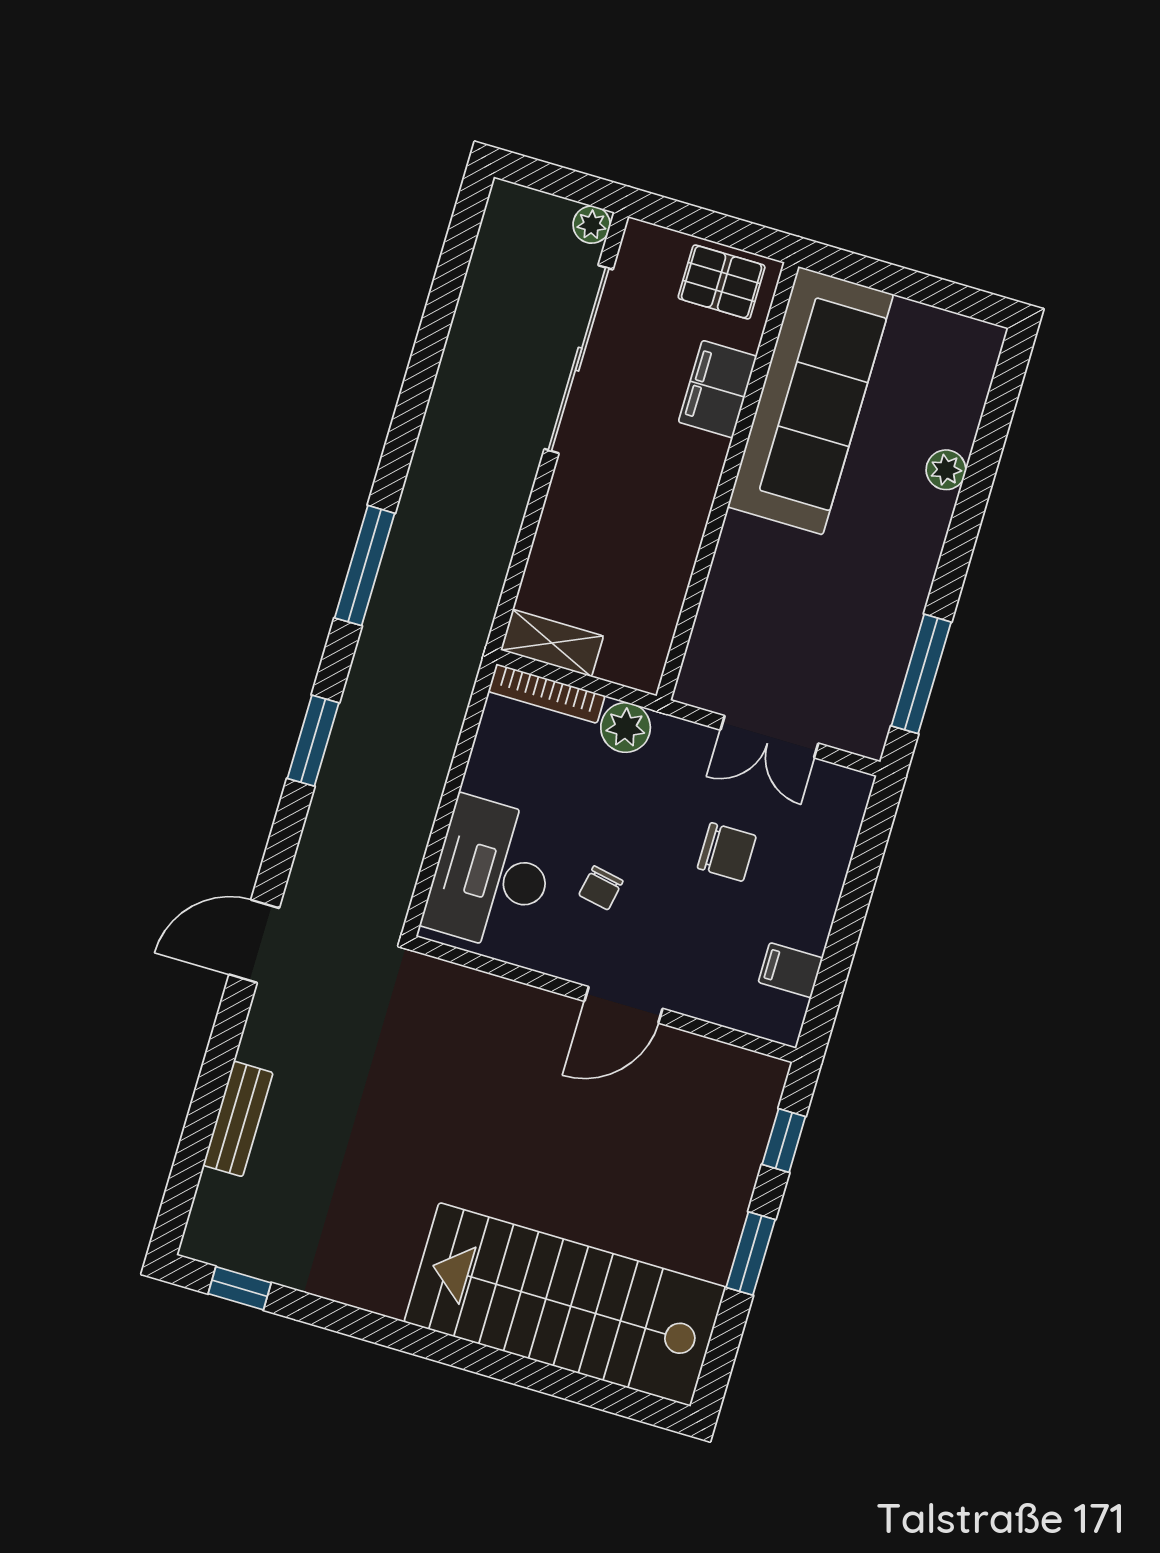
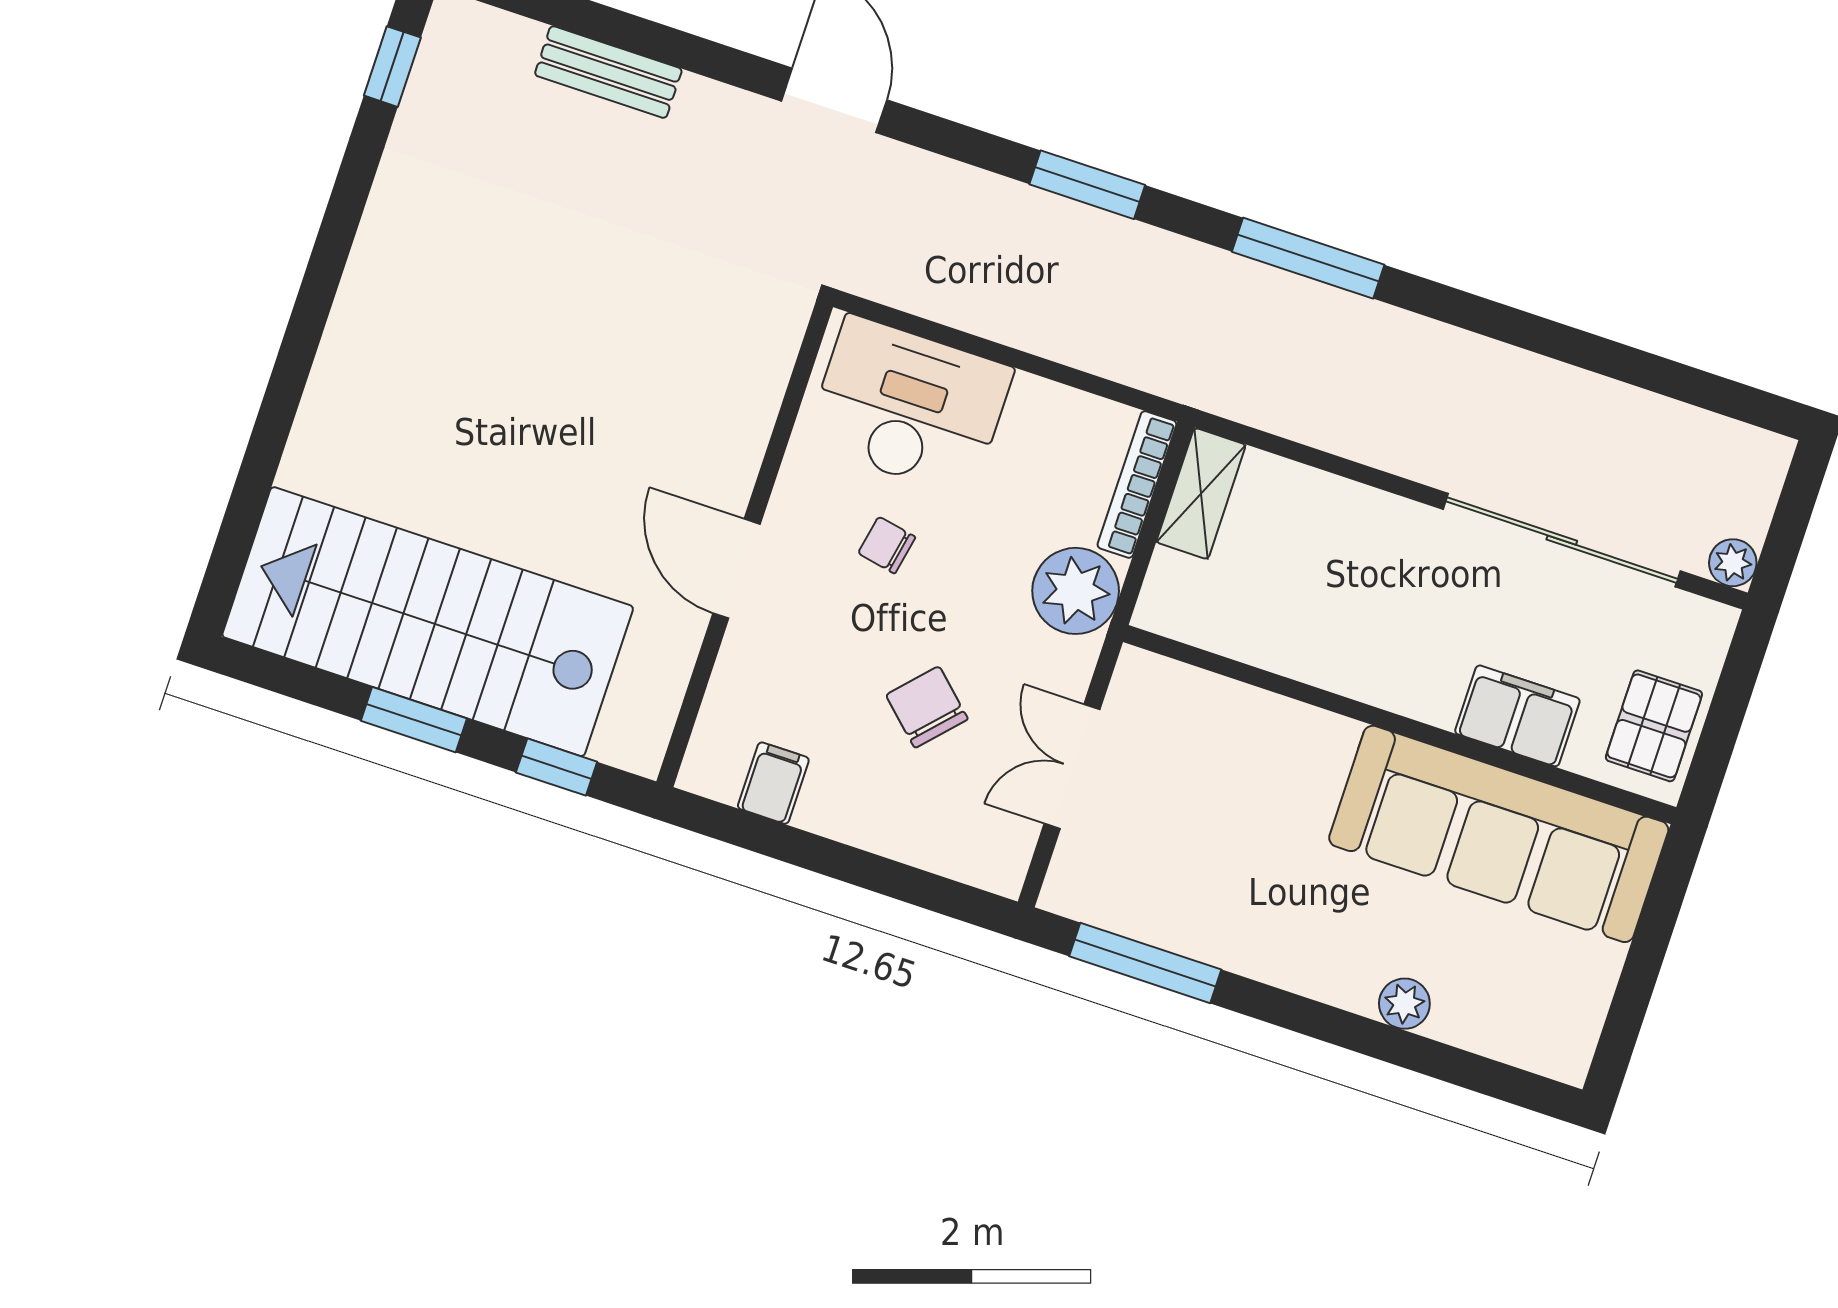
plant: (626, 727) -> (1076, 591), width x1.36, depth x1.36
chair: (727, 852) -> (927, 707), turned 133
stairs: (565, 1304) -> (428, 622), moved, turned -90

